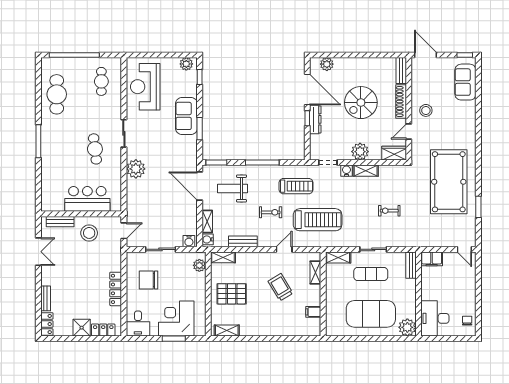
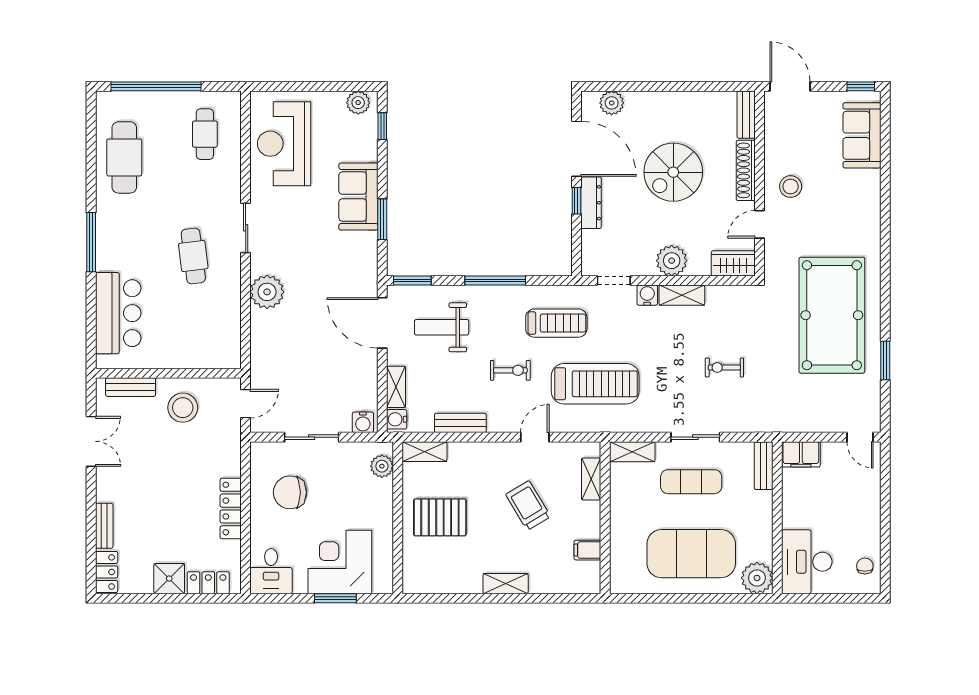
bar counter: (87, 199) -> (118, 313), moved, turned 90
shelving: (227, 331) -> (506, 584), moved

